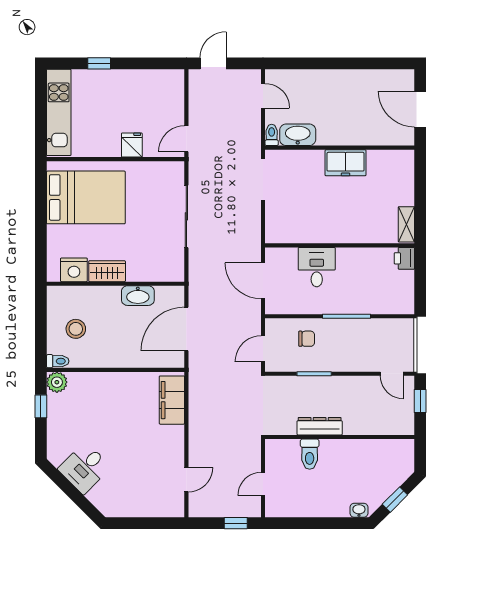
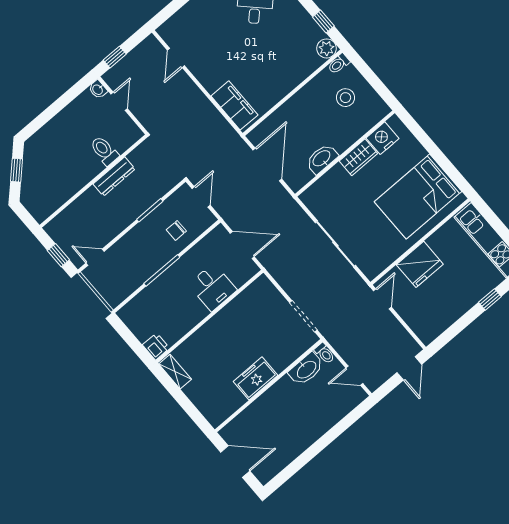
fridge: (132, 145) -> (420, 264), width x1.88, depth x1.34
washbasin: (359, 510) -> (98, 89), moved, turned 90

